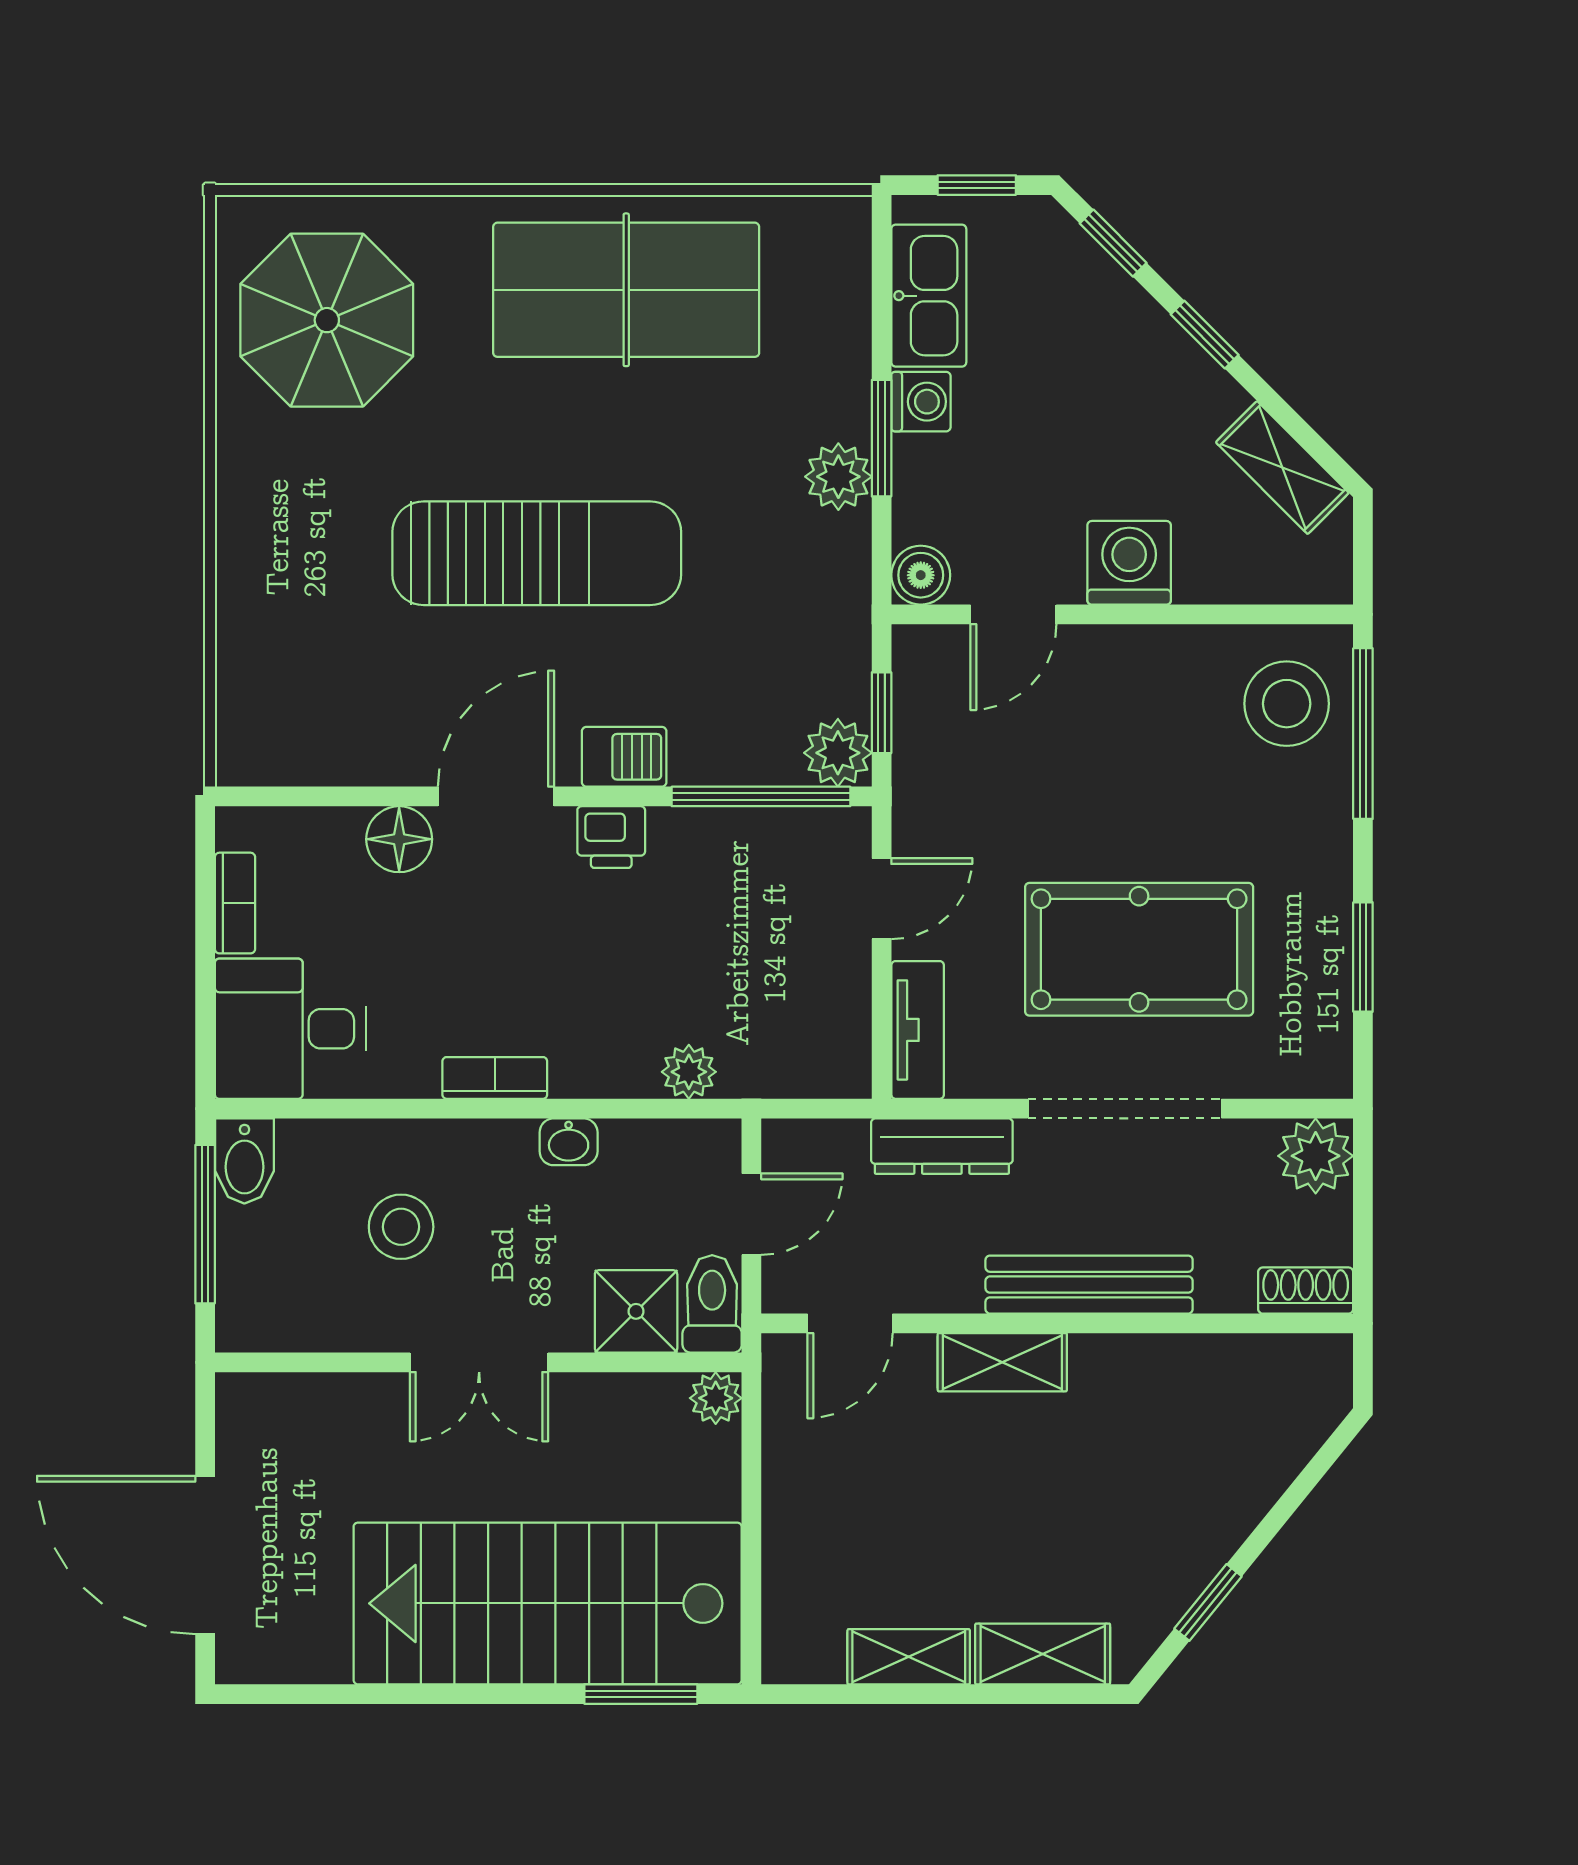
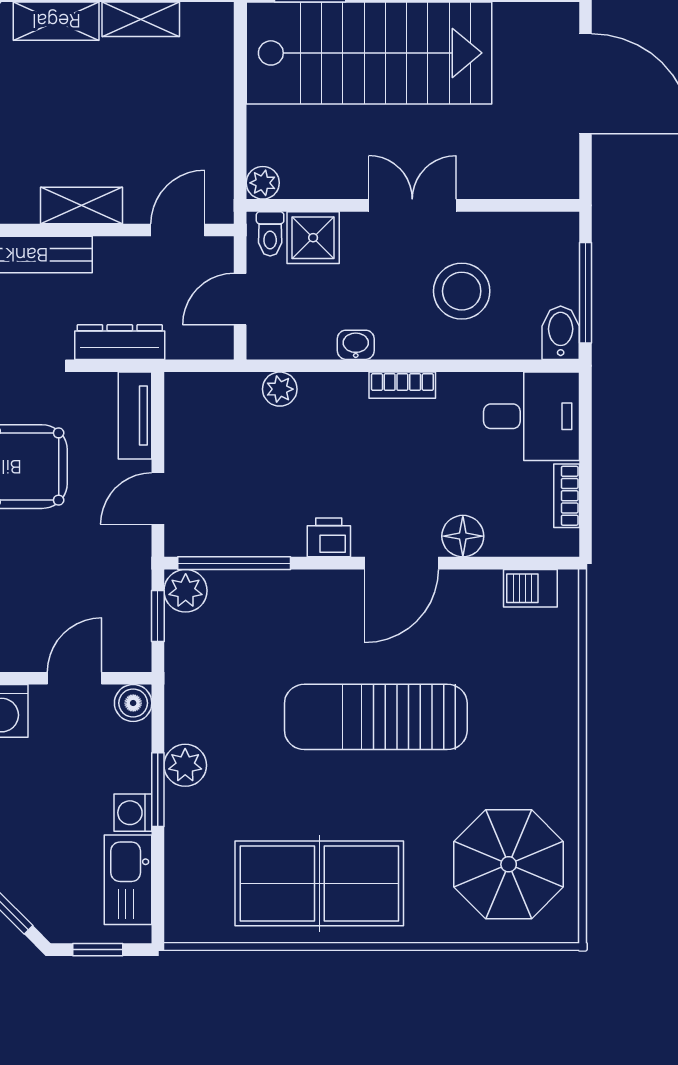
barbecue: (624, 757) -> (530, 588), moved
stool: (401, 1227) -> (462, 291), width x1.38, depth x1.38
toilet: (712, 1304) -> (270, 234), width x0.73, depth x0.72

